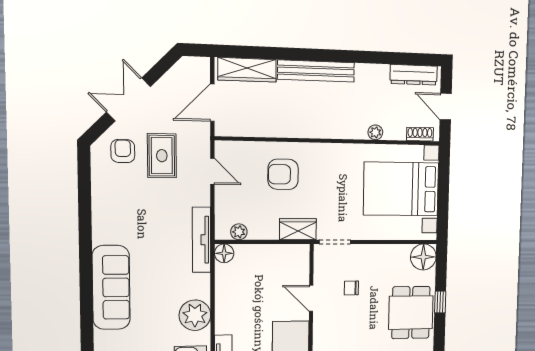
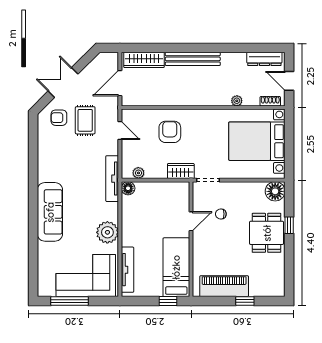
armchair: (123, 151) -> (59, 118), turned -90
armchair: (283, 174) -> (170, 132), turned 90
door: (311, 298) -> (191, 221), swing flipped

